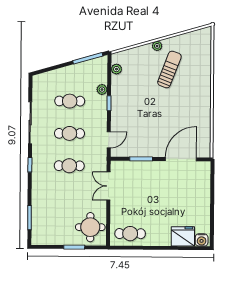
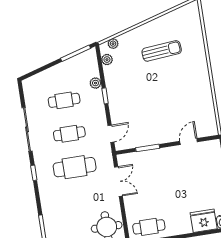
plant: (157, 46) -> (113, 44), moved
sun lounger: (169, 69) -> (162, 51), turned 64
door: (181, 159) -> (189, 142), width x0.53
cafe table: (69, 166) -> (75, 167), width x1.37, depth x1.35
double door: (108, 186) -> (118, 181), swing flipped

